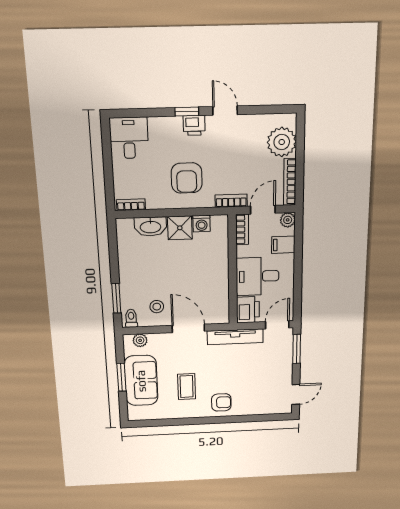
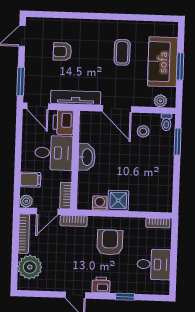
window: (187, 112) -> (125, 297), moved
desk: (129, 138) -> (154, 264), moved, turned -90
washbasin: (150, 227) -> (87, 157), moved, turned 90
door: (277, 325) -> (38, 106), hinge flipped
armchair: (221, 402) -> (62, 52), moved

